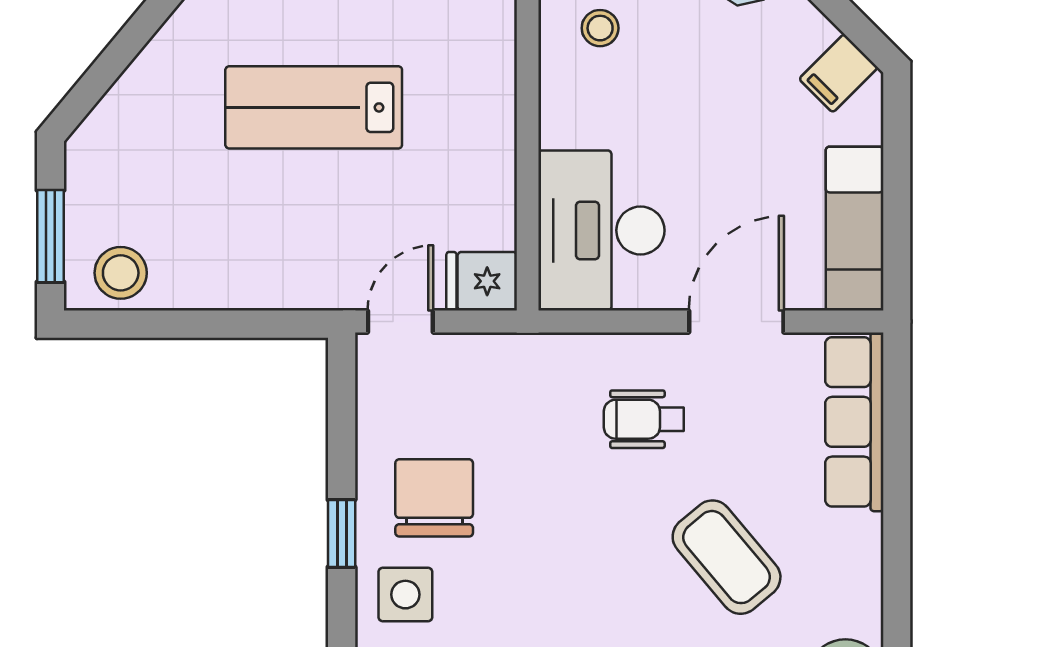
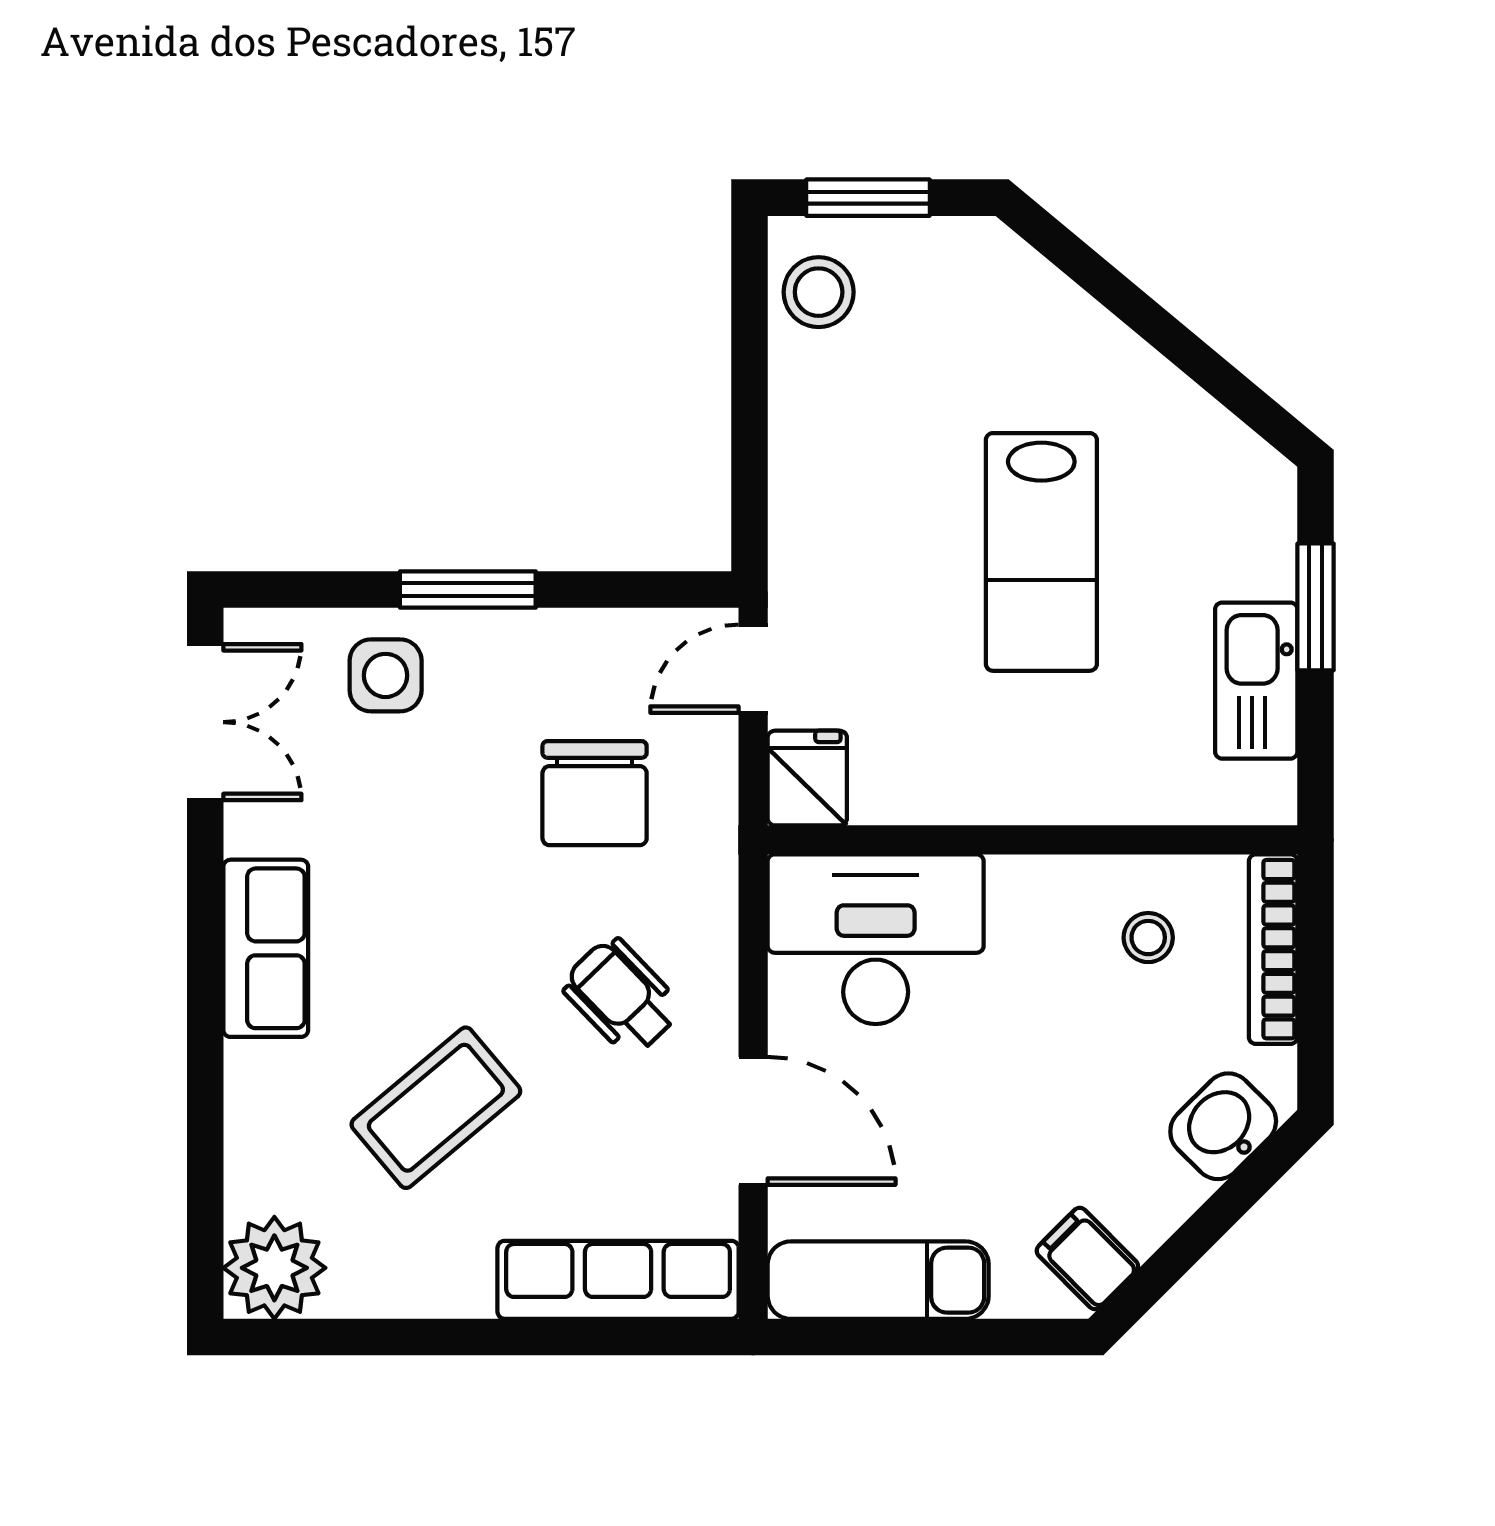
lab bench: (314, 107) -> (1041, 552), turned 180
door: (400, 321) -> (753, 669), swing flipped
wheelchair: (644, 419) -> (622, 996), turned -44
chair: (434, 498) -> (595, 793), moved, turned 90
window: (342, 533) -> (468, 589), width x1.50

